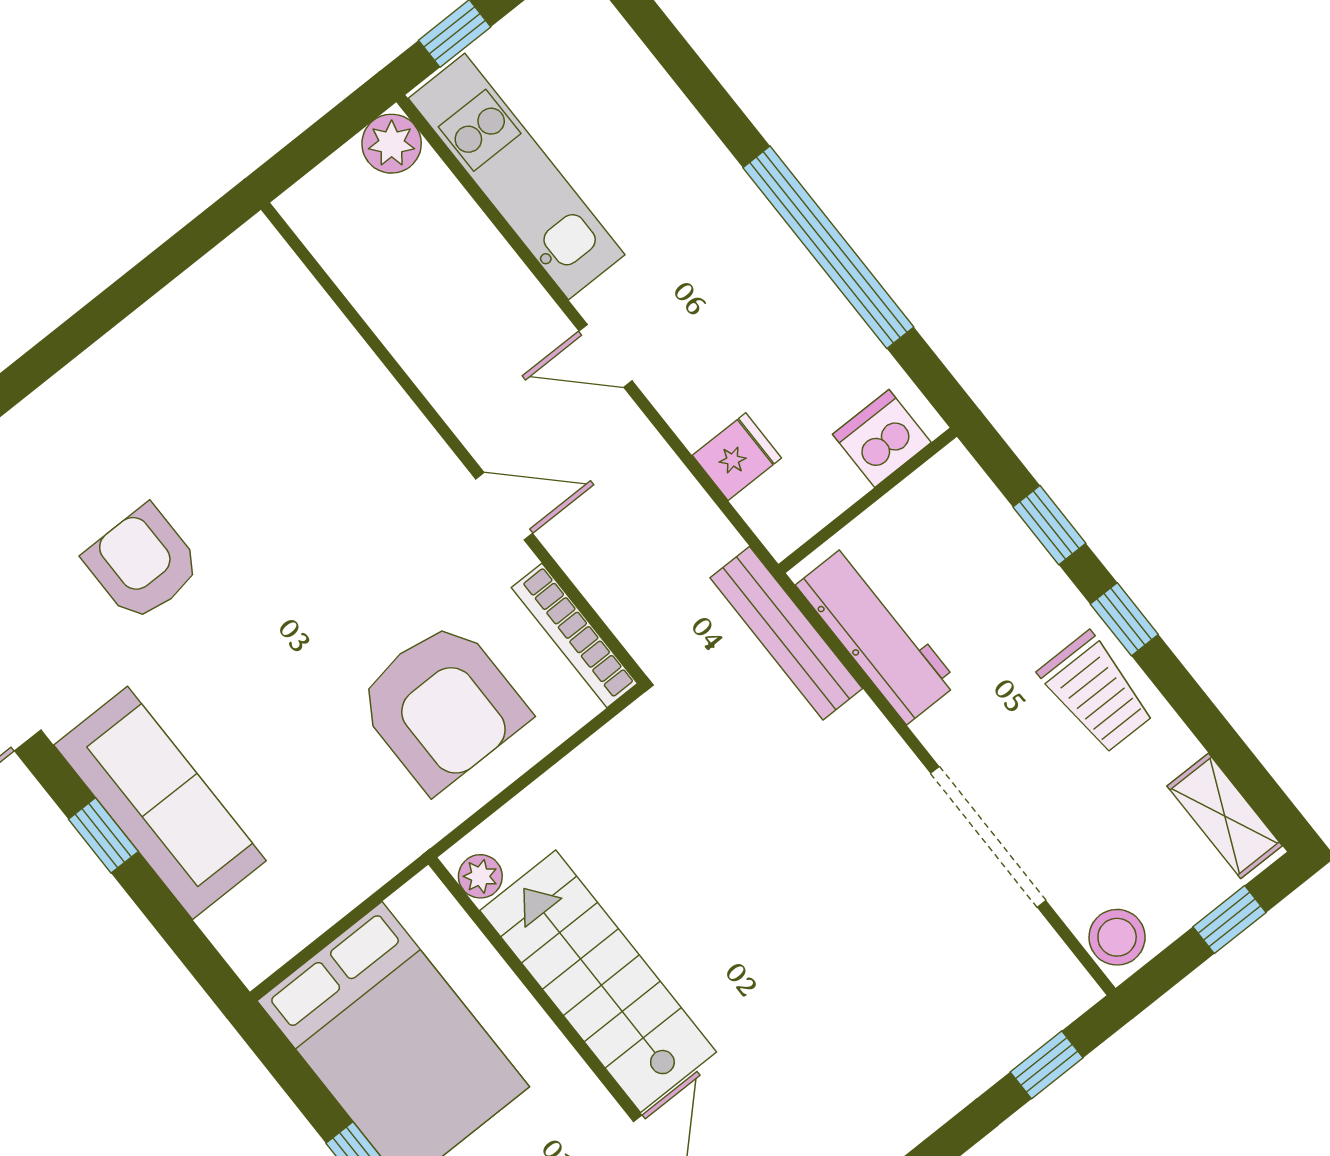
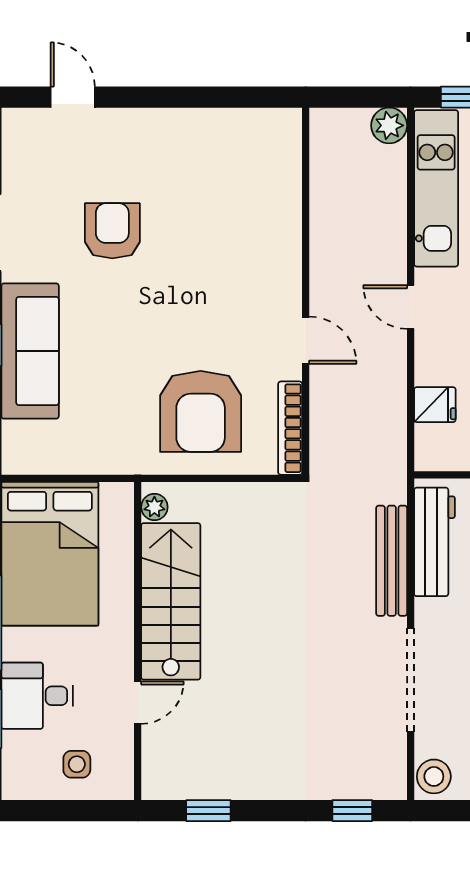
bench: (786, 633) -> (392, 561), moved

